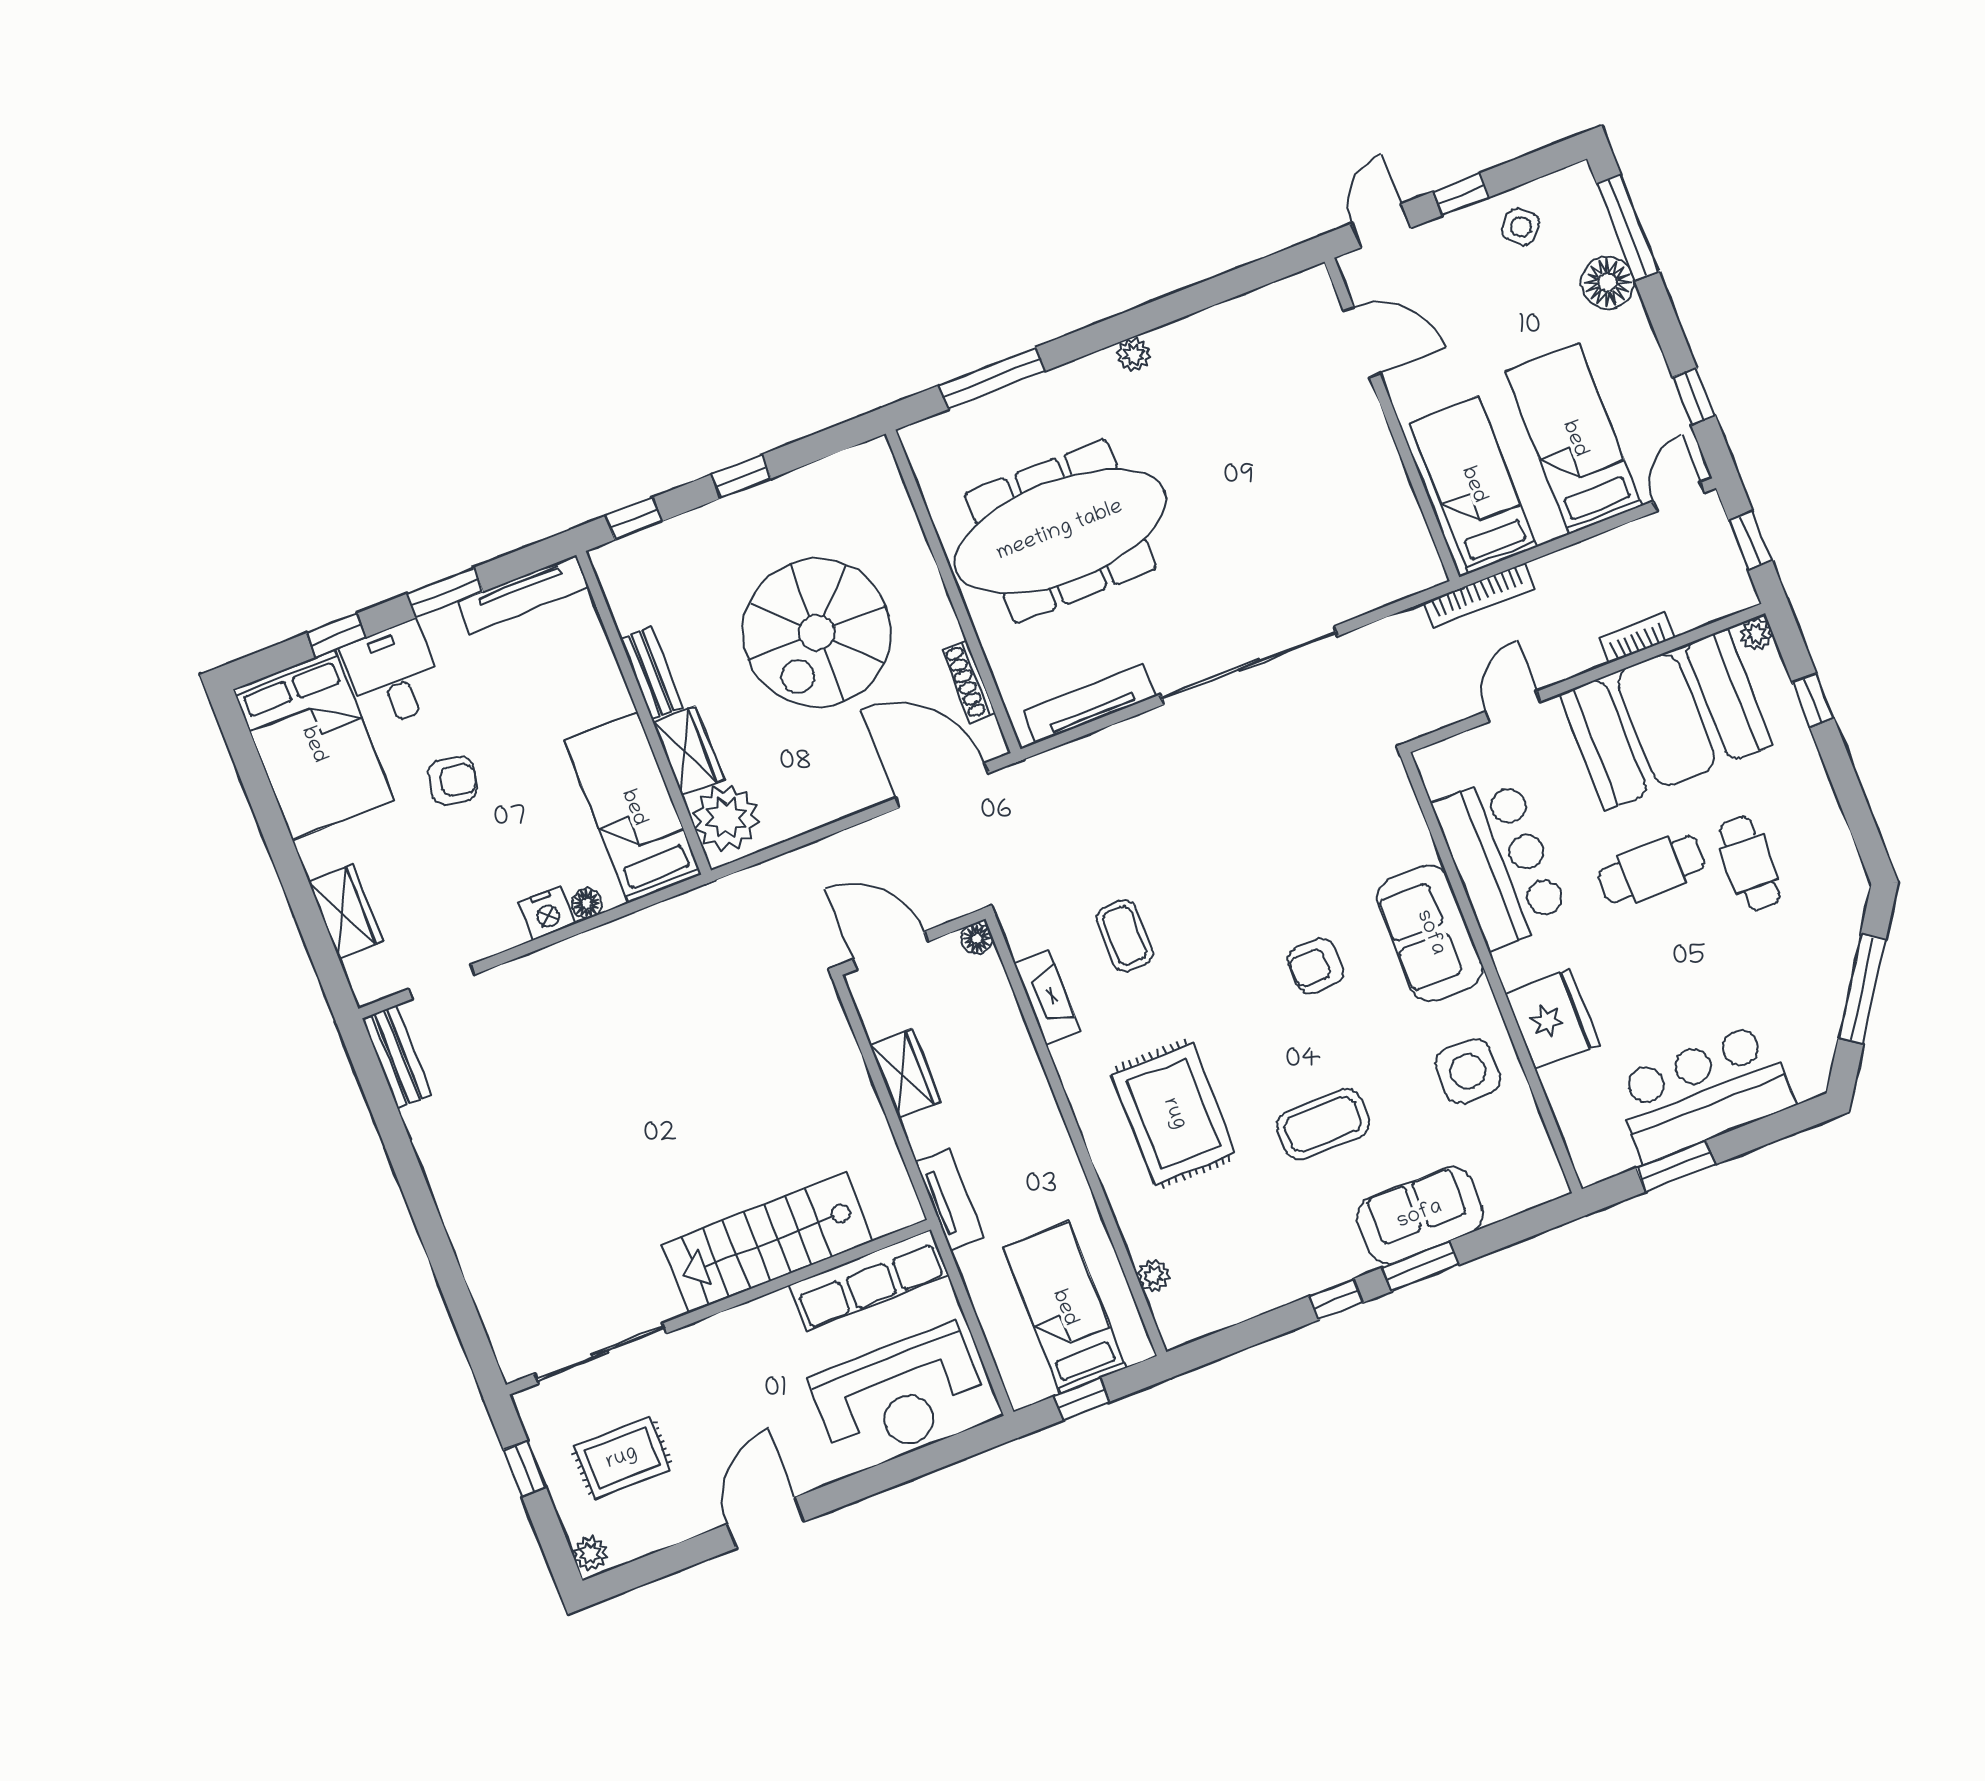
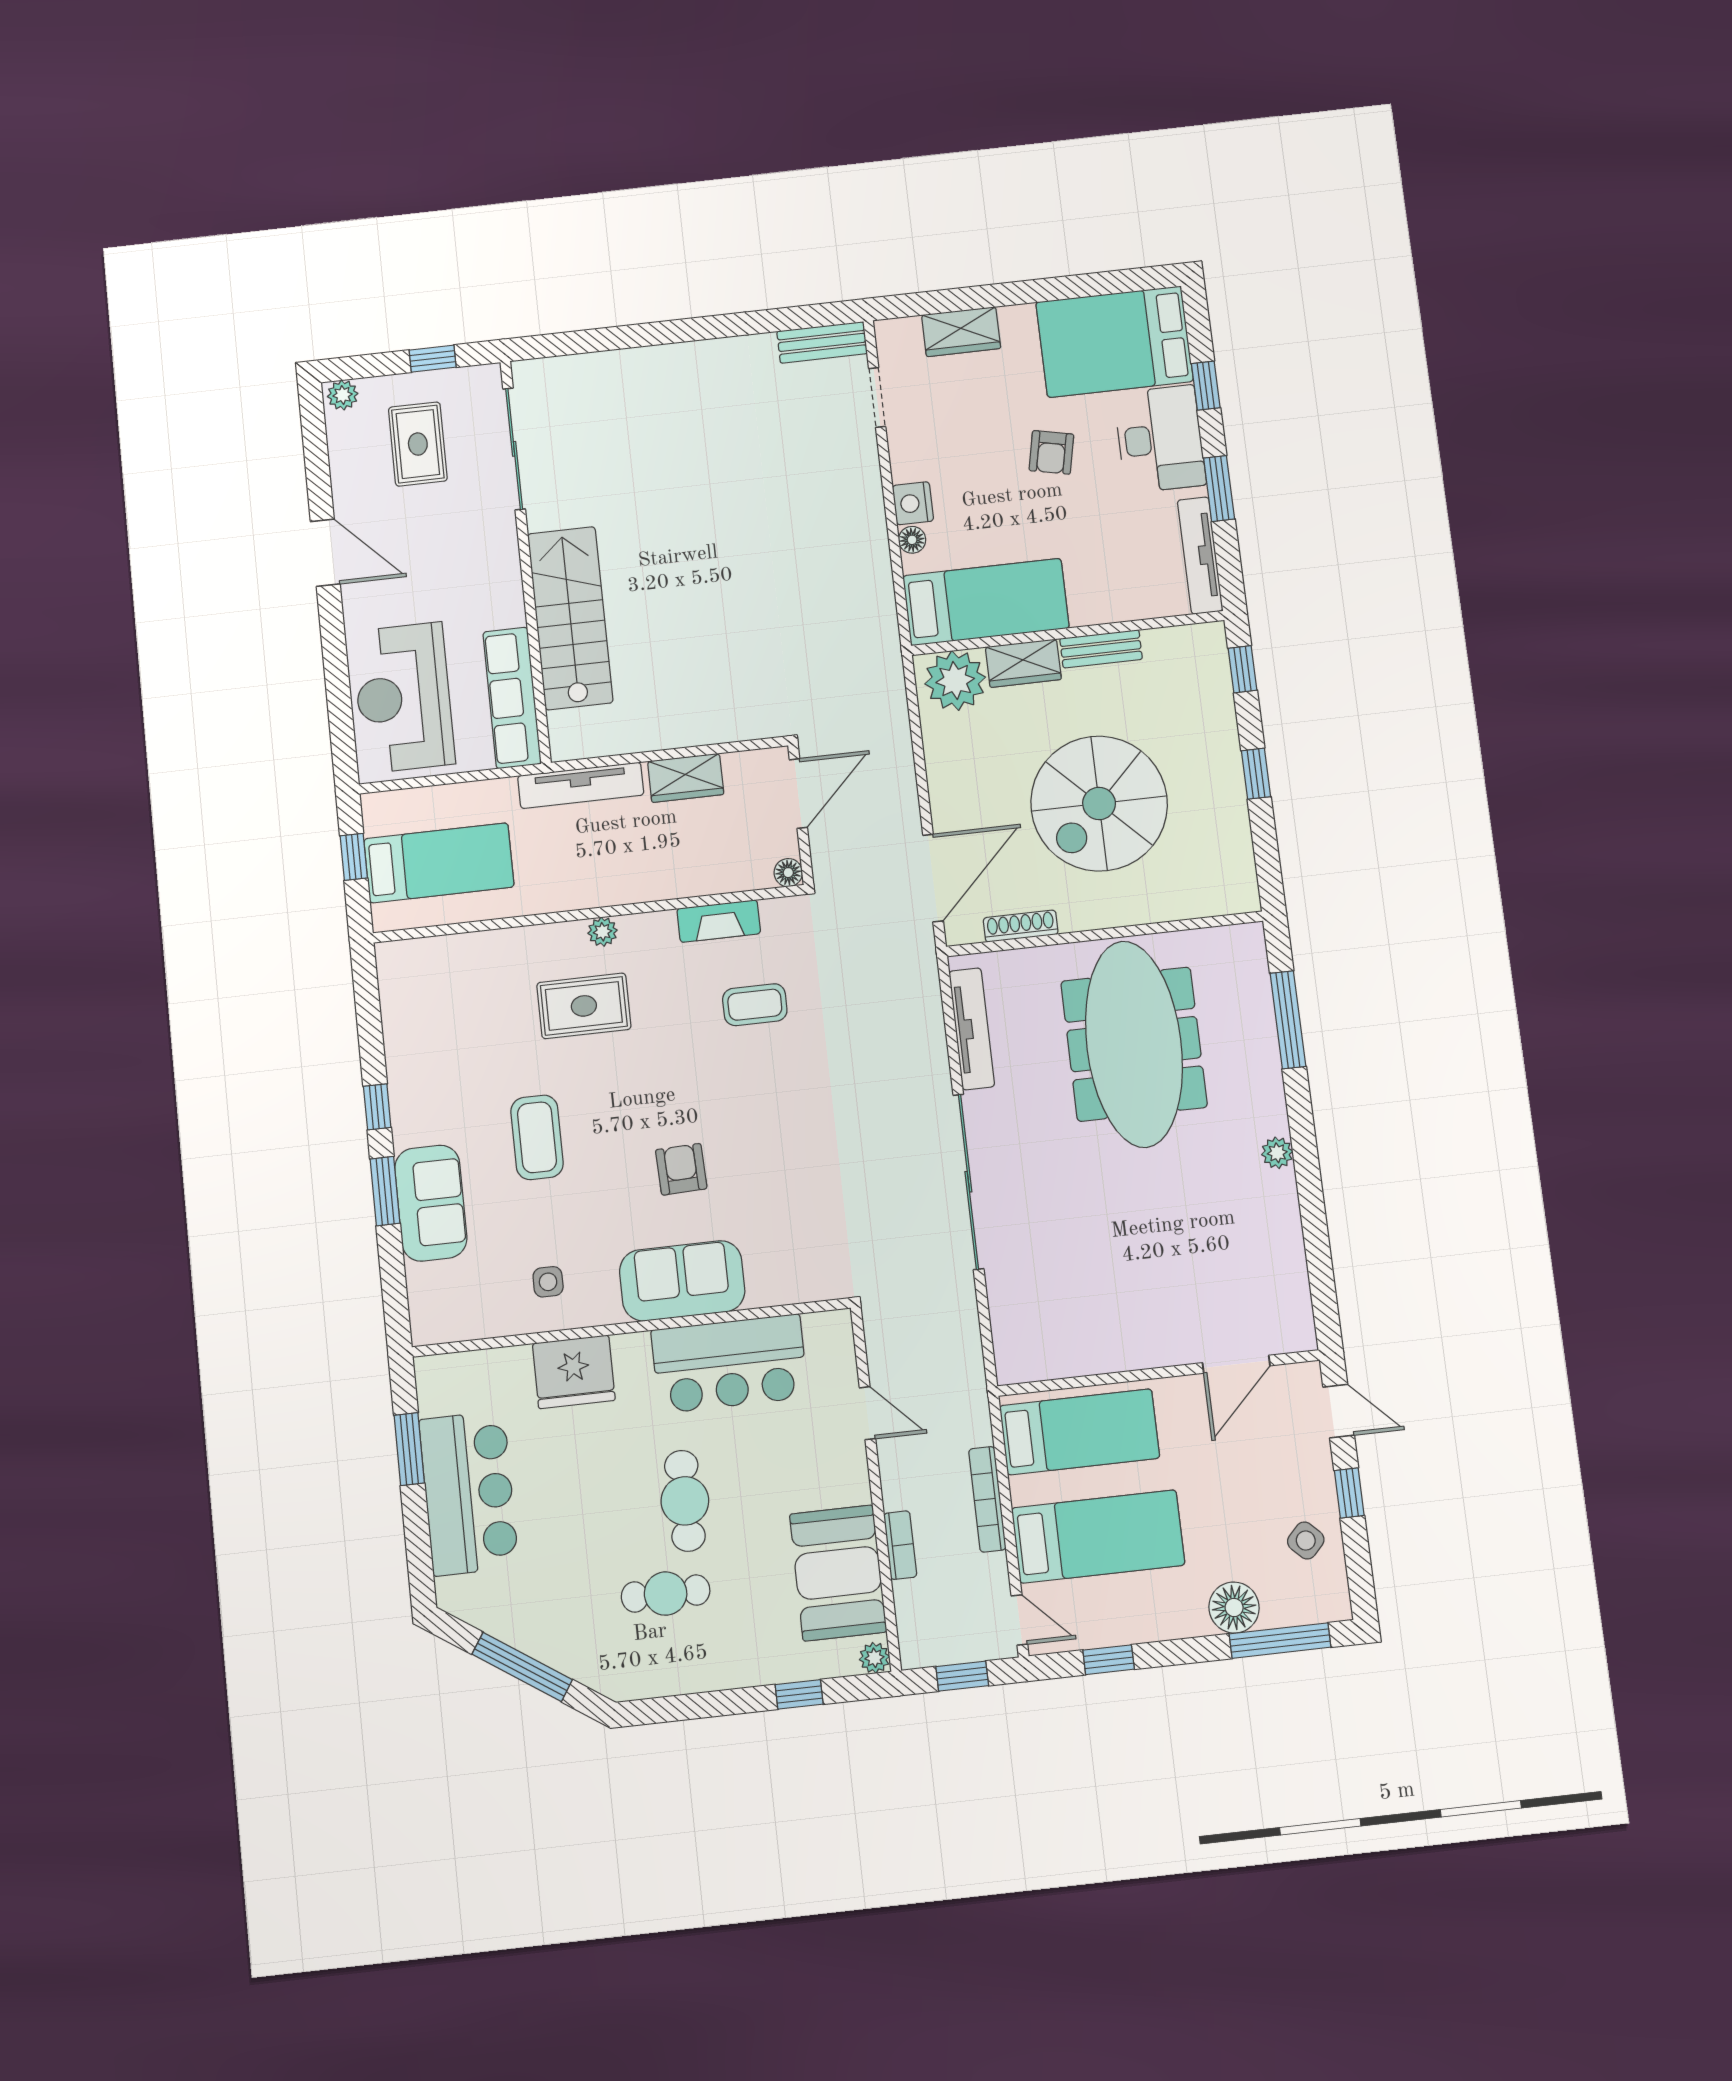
bookcase: (1479, 596) -> (987, 1499), moved
spiral stairs: (817, 633) -> (1099, 803), turned -90
desk: (393, 675) -> (1160, 439), width x1.37
booth: (1666, 720) -> (838, 1573), width x0.73, depth x0.70
side table: (1468, 1071) -> (548, 1282), width x0.54, depth x0.54
rug: (1174, 1114) -> (584, 1006), width x0.73, depth x0.70
tv unit: (950, 1200) -> (581, 785), width x1.41
plant: (1154, 1276) -> (602, 932), moved

